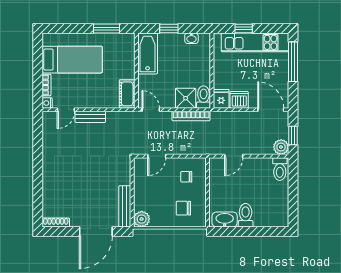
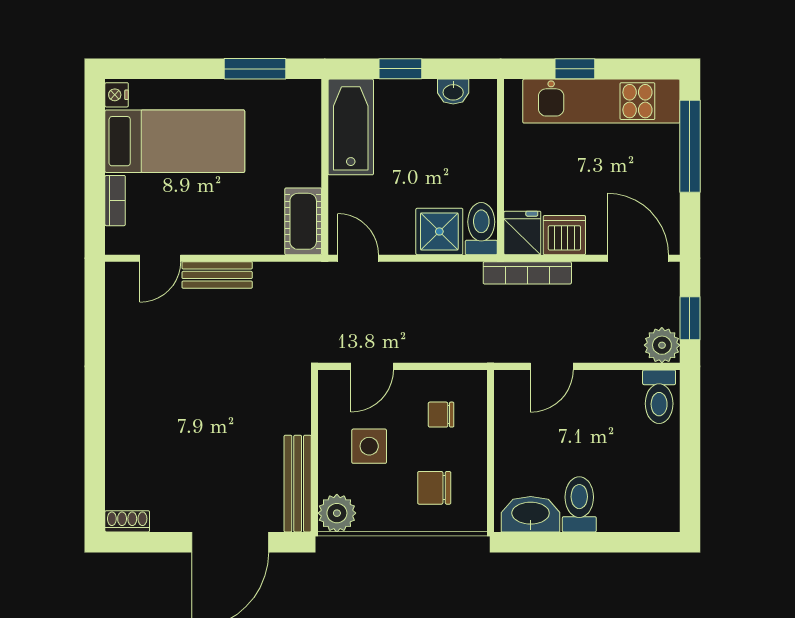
nightstand: (47, 103) -> (117, 95), moved
bookcase: (191, 116) -> (527, 273), moved
side table: (155, 190) -> (369, 446), added
shoe rack: (56, 223) -> (127, 521), width x0.70

